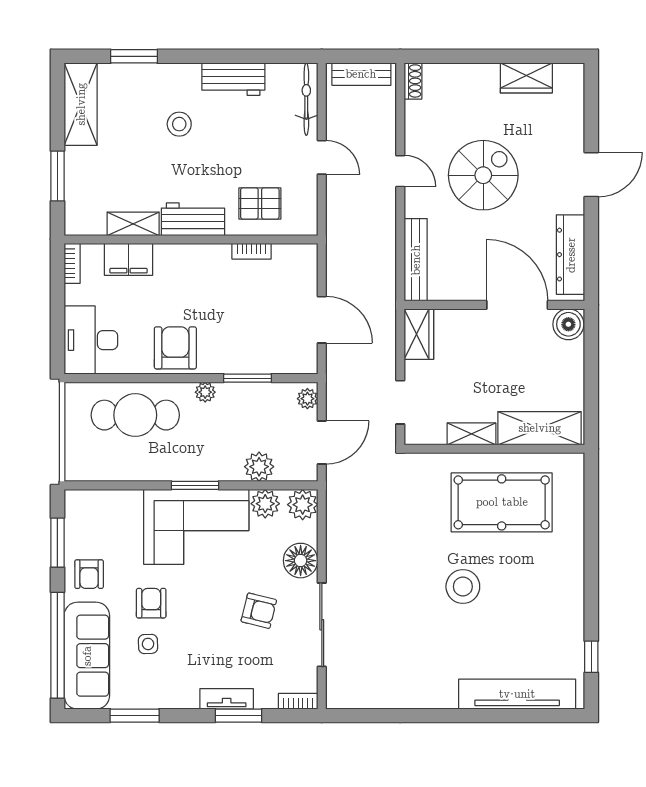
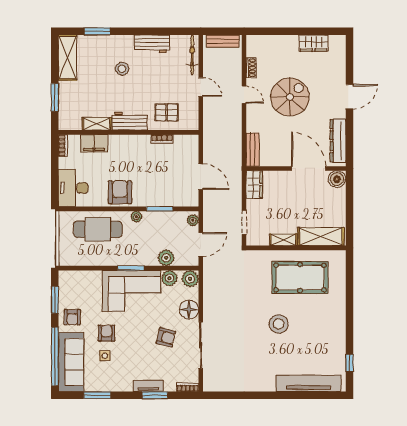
shoe rack: (413, 81) -> (251, 68), moved
bench: (416, 260) -> (253, 150), width x0.73

